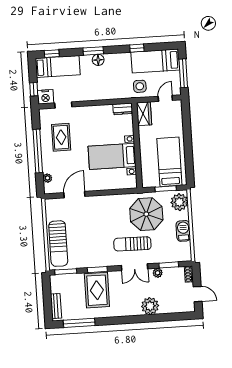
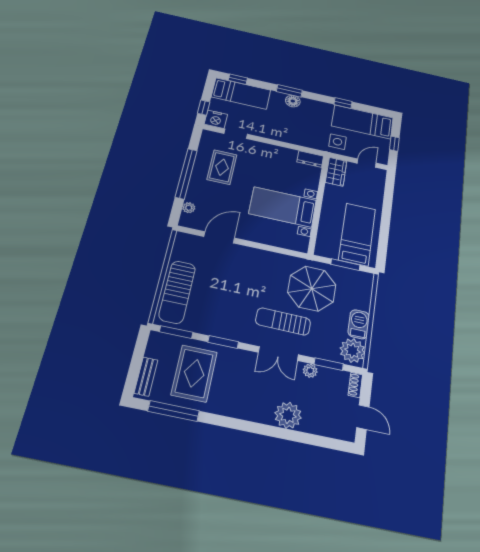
window: (183, 73) -> (394, 144), width x0.46
plant: (179, 202) -> (352, 351), moved
rug: (97, 290) -> (194, 373), moved

